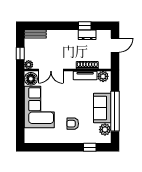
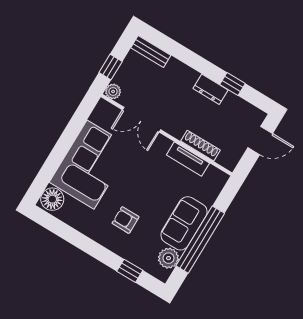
dresser: (87, 35) -> (210, 89), moved
plant: (103, 76) -> (214, 177), removed
floor lamp: (31, 79) -> (52, 199), moved

